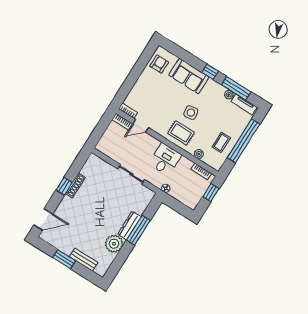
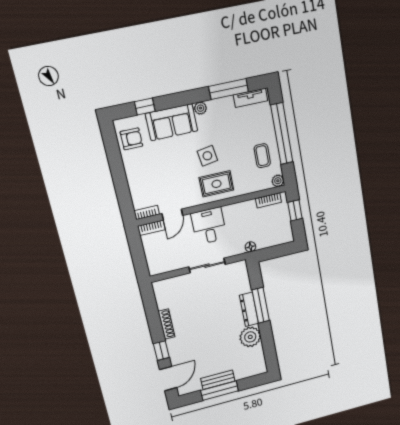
armchair: (159, 64) -> (131, 139), turned 90
window: (210, 72) -> (145, 107), moved
plant: (229, 95) -> (200, 108), moved
plant: (199, 154) -> (278, 181), moved
desk: (165, 159) -> (209, 226), moved
window: (64, 186) -> (161, 351), moved
window: (64, 259) -> (220, 391), width x1.44
bench: (84, 260) -> (218, 380), moved

